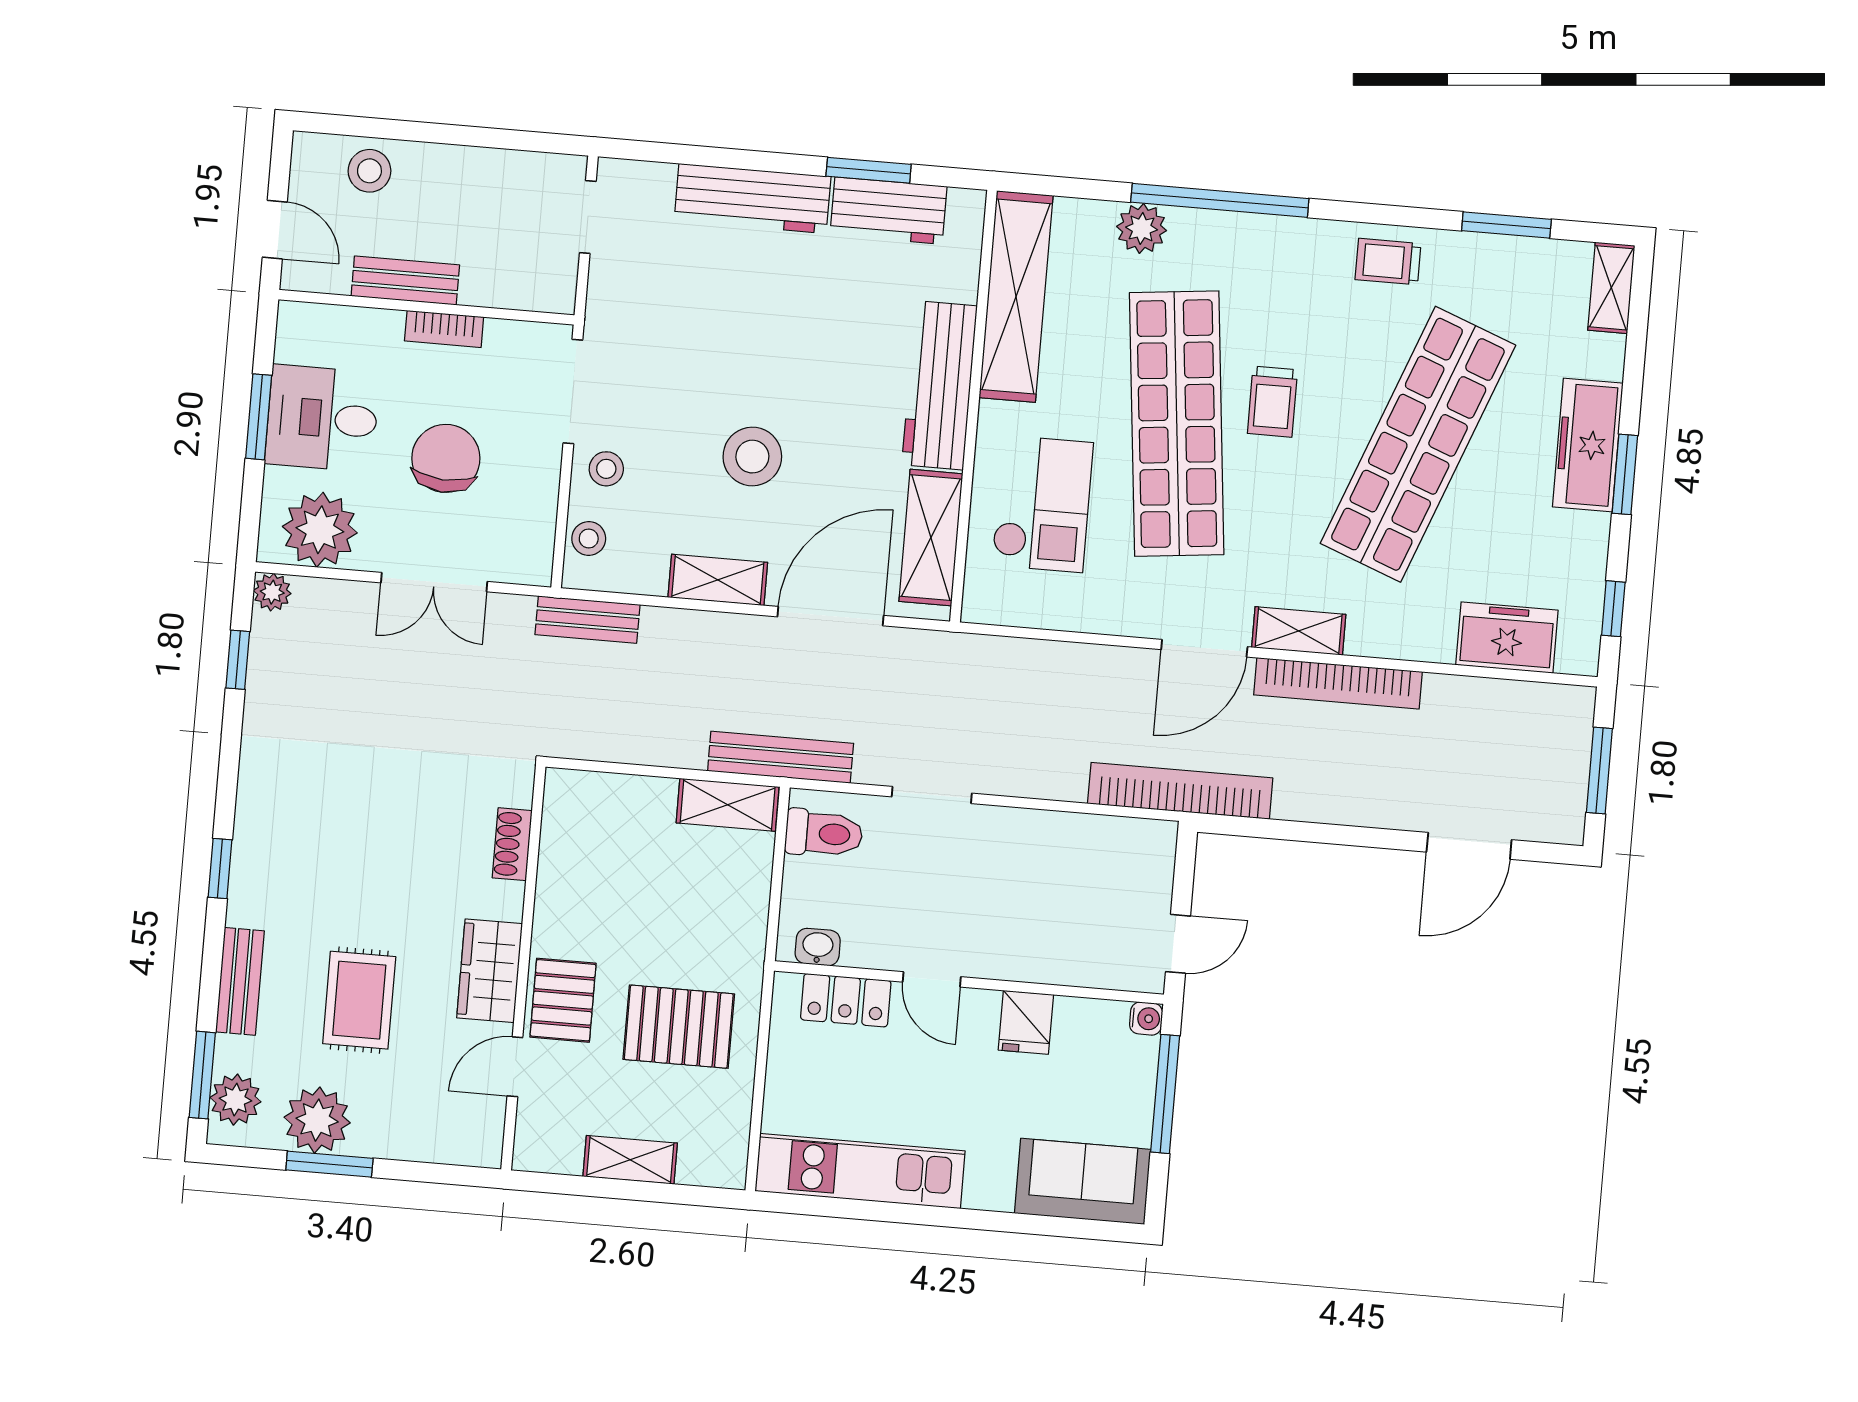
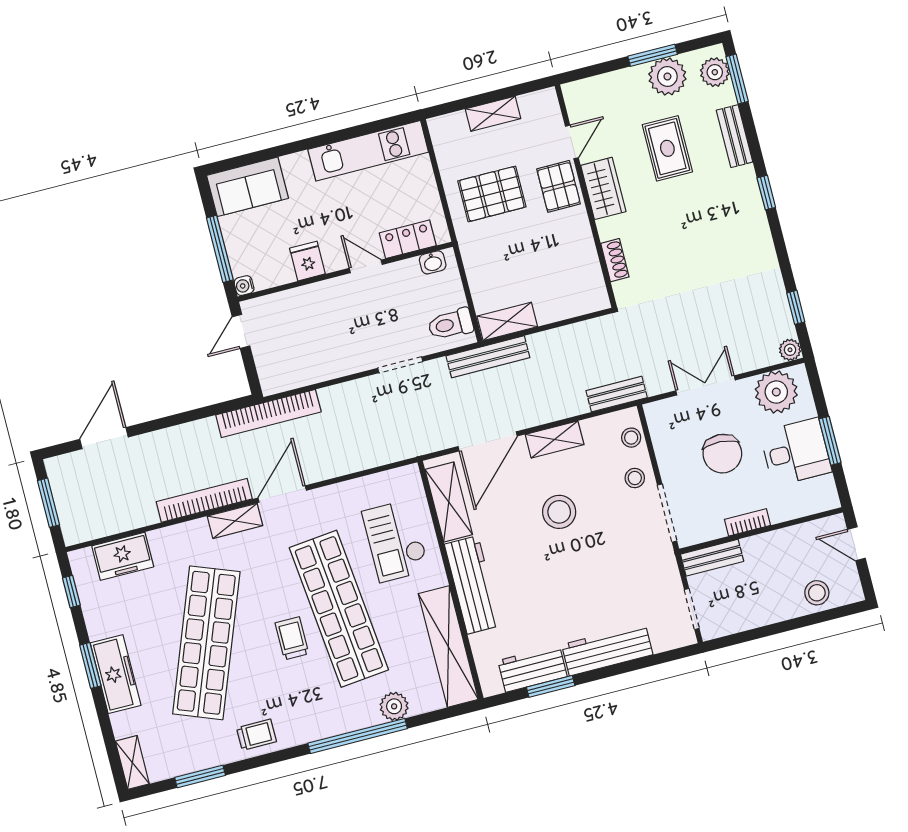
bench: (405, 280) -> (712, 558), moved

